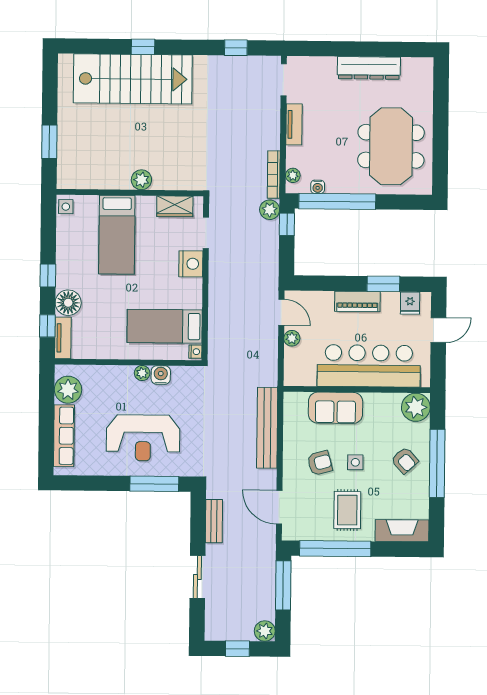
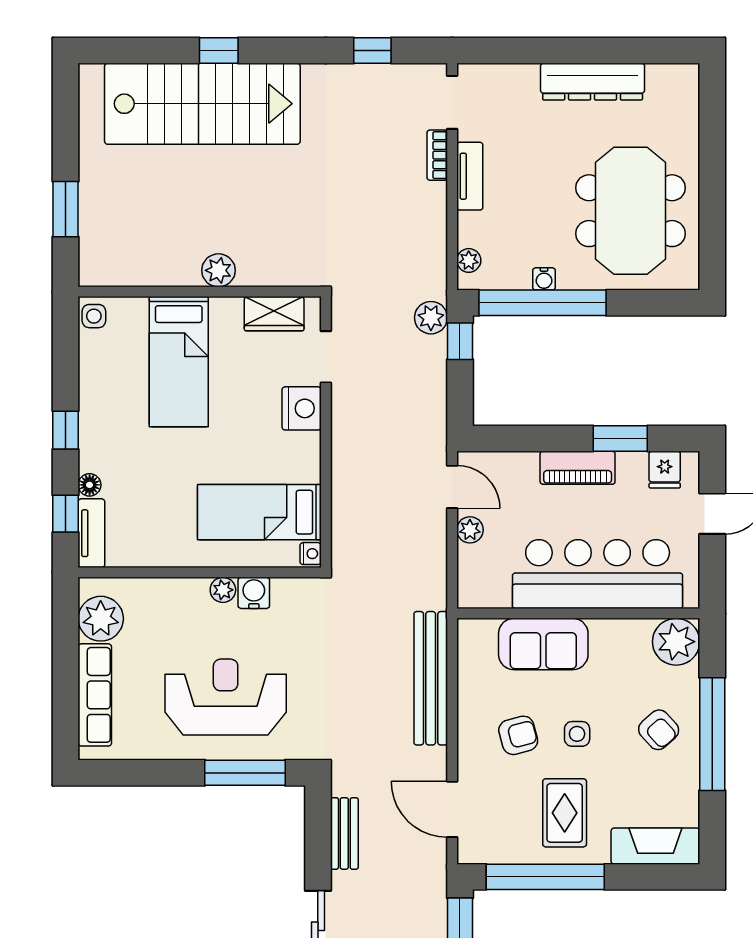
bookcase: (274, 175) -> (437, 155), moved, width x0.64
water cooler: (318, 187) -> (544, 279), moved
floor lamp: (68, 303) -> (90, 485), width x0.53, depth x0.53
reception desk: (143, 438) -> (226, 697), turned 180

